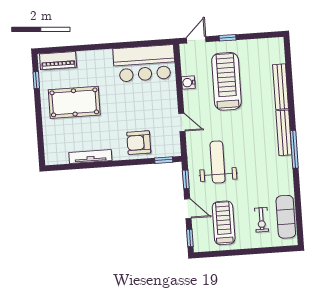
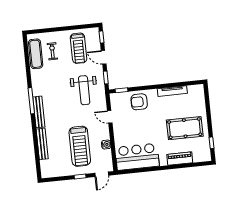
piano: (58, 61) -> (180, 159), moved
armchair: (139, 143) -> (139, 102), turned 180

